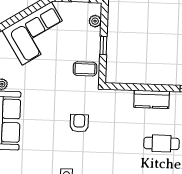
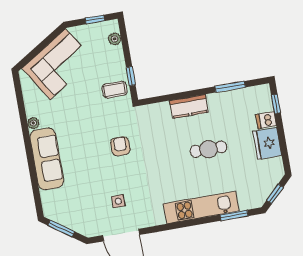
window: (103, 45) -> (131, 76), moved

